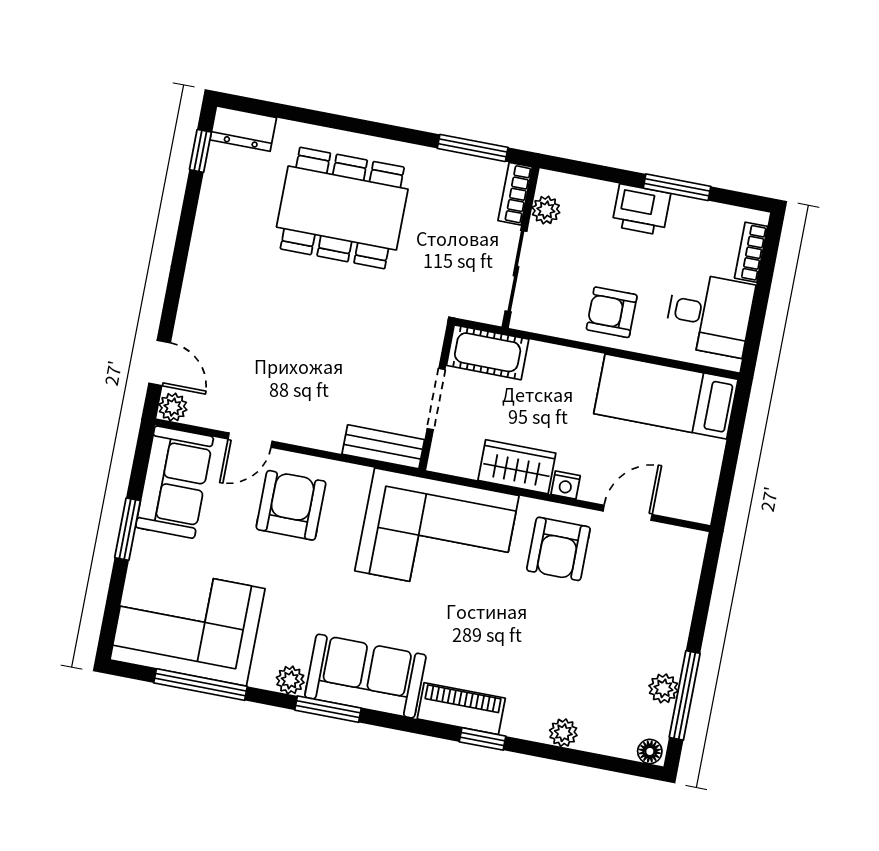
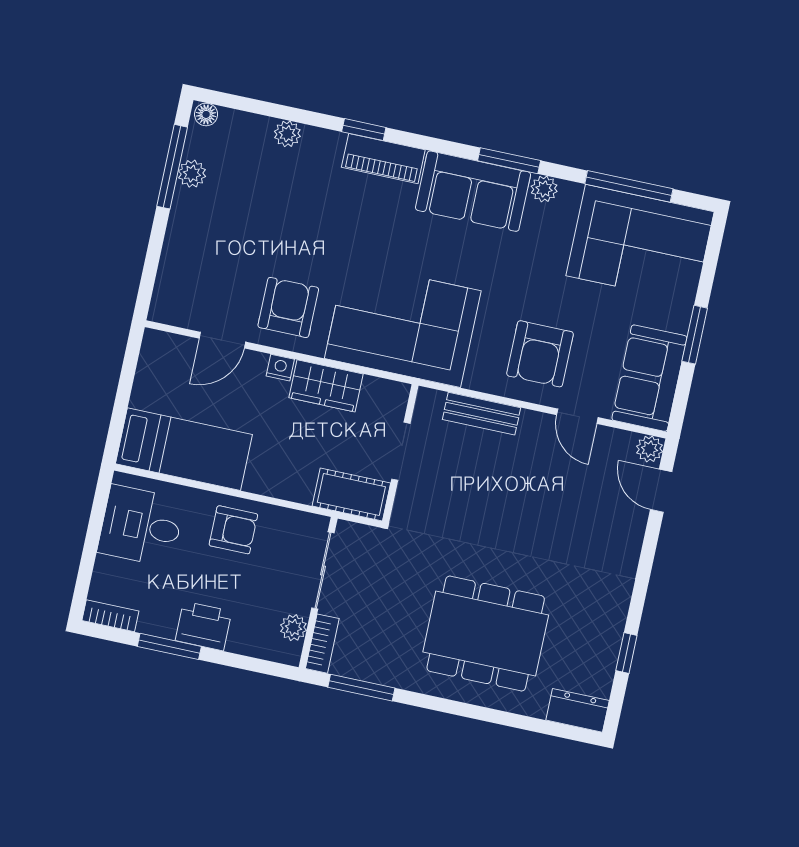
window: (200, 151) -> (626, 653), moved
bookcase: (751, 252) -> (110, 616), moved, turned -90
door: (250, 440) -> (577, 416), swing flipped
bench: (383, 447) -> (482, 414), moved

